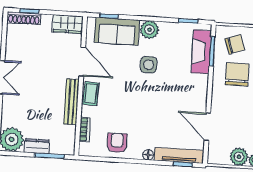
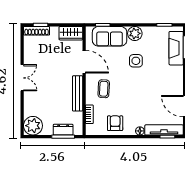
coffee table: (91, 94) -> (104, 89), moved
dresser: (37, 146) -> (63, 130), moved

